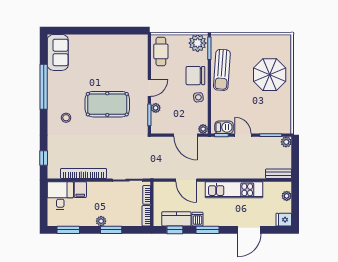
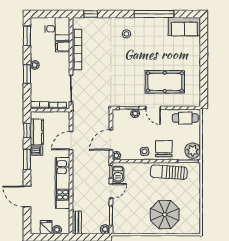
pool table: (107, 104) -> (165, 82), moved, turned 90
fridge: (284, 220) -> (46, 227), moved

